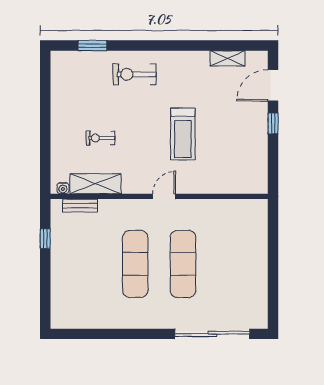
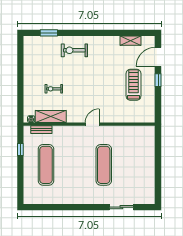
treadmill: (183, 134) -> (133, 85), moved, turned 180
exercise mat: (135, 264) -> (46, 165), moved
sliding door: (212, 334) -> (121, 207), width x0.54

